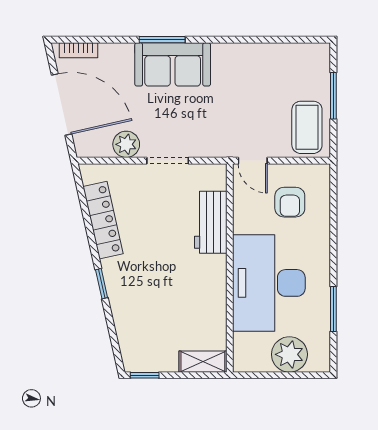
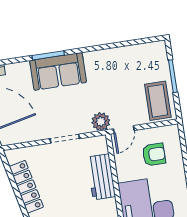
plant: (126, 144) -> (101, 122), moved
door: (253, 161) -> (124, 130), hinge flipped
armchair: (290, 202) -> (154, 154), turned -90

